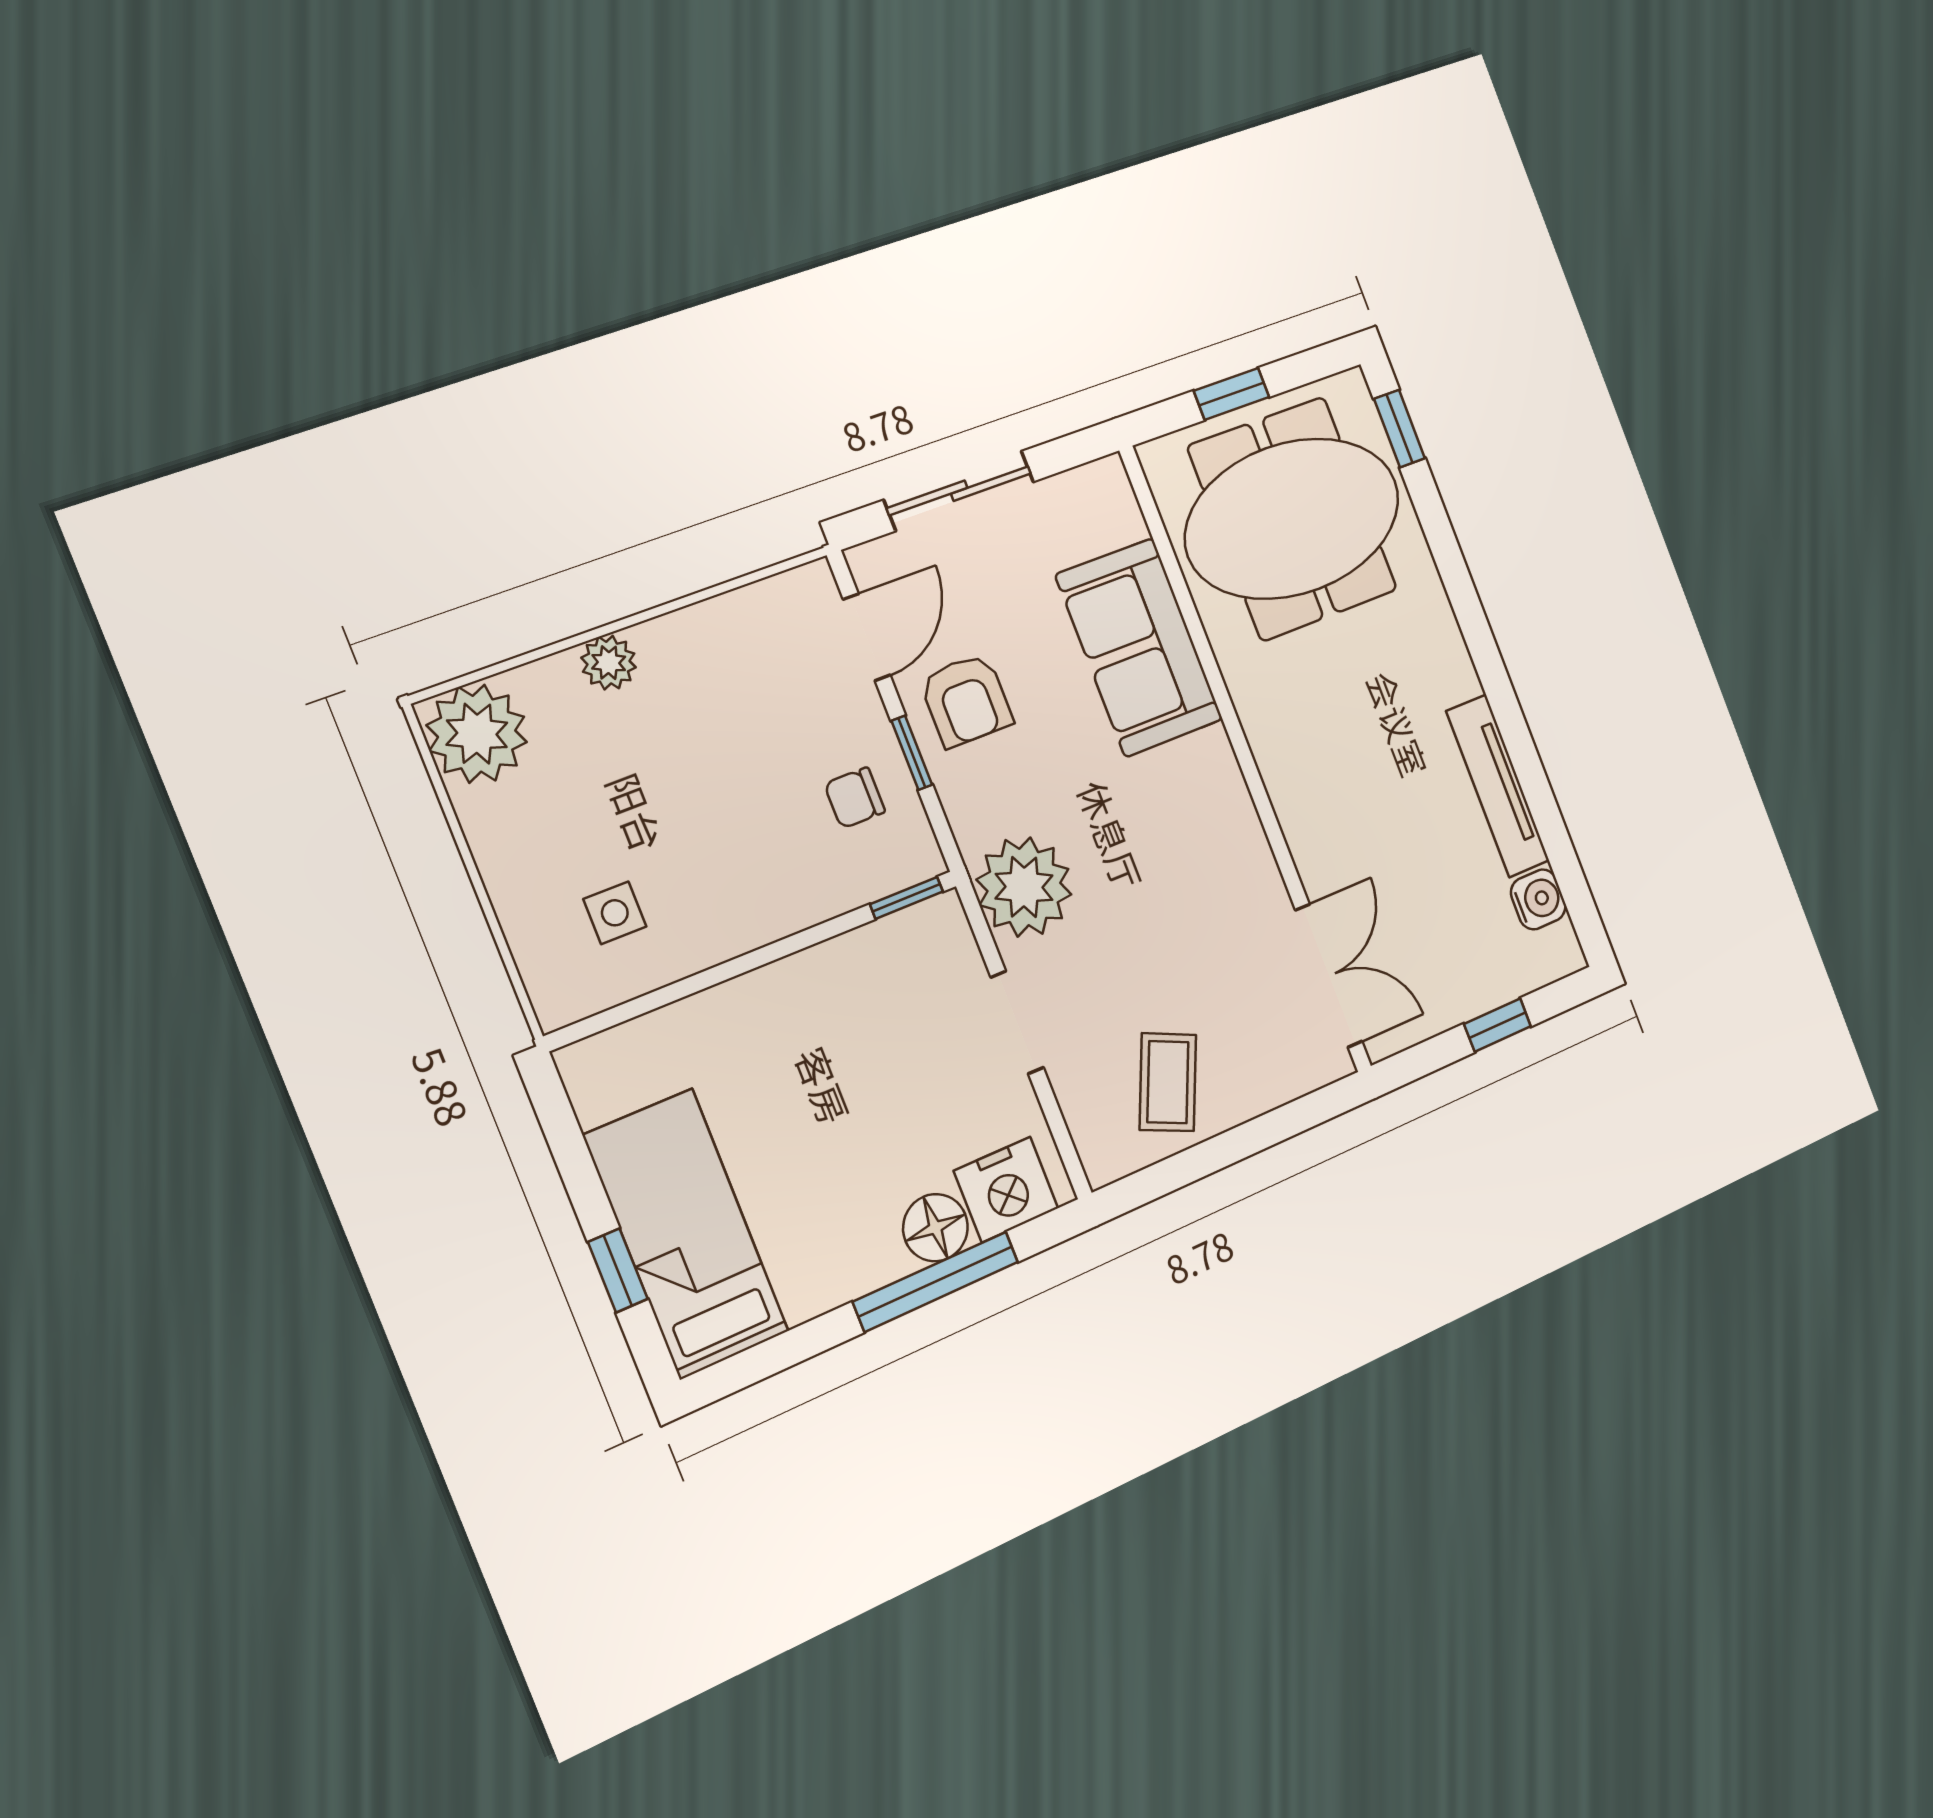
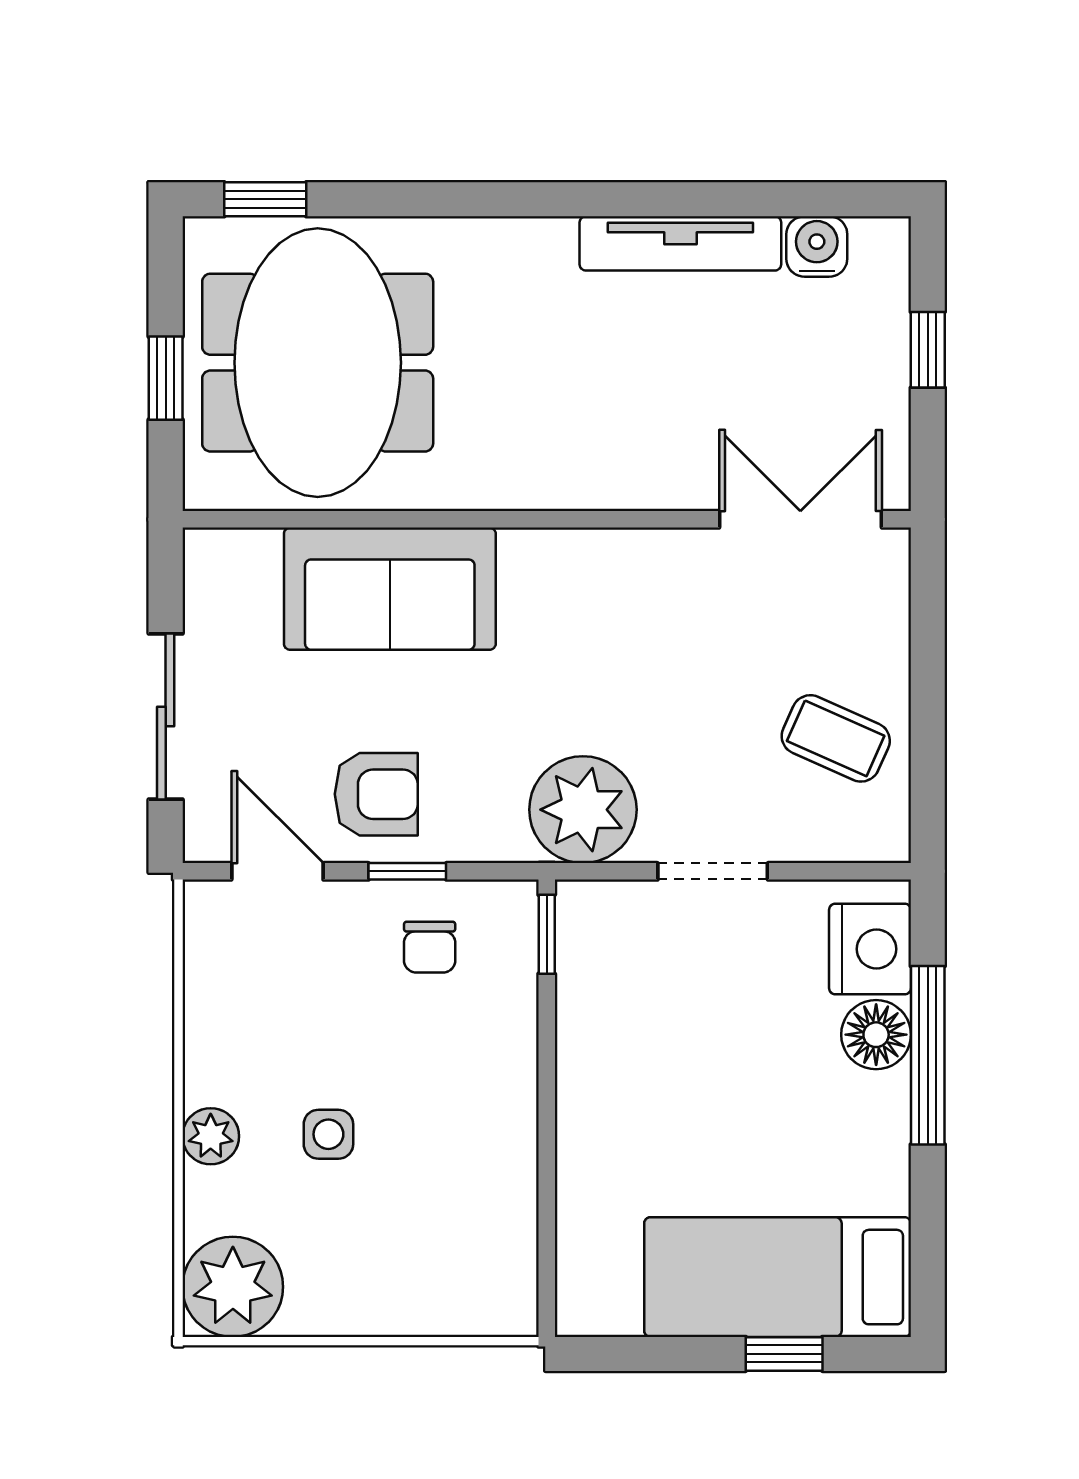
side table: (615, 913) -> (328, 1134), moved

